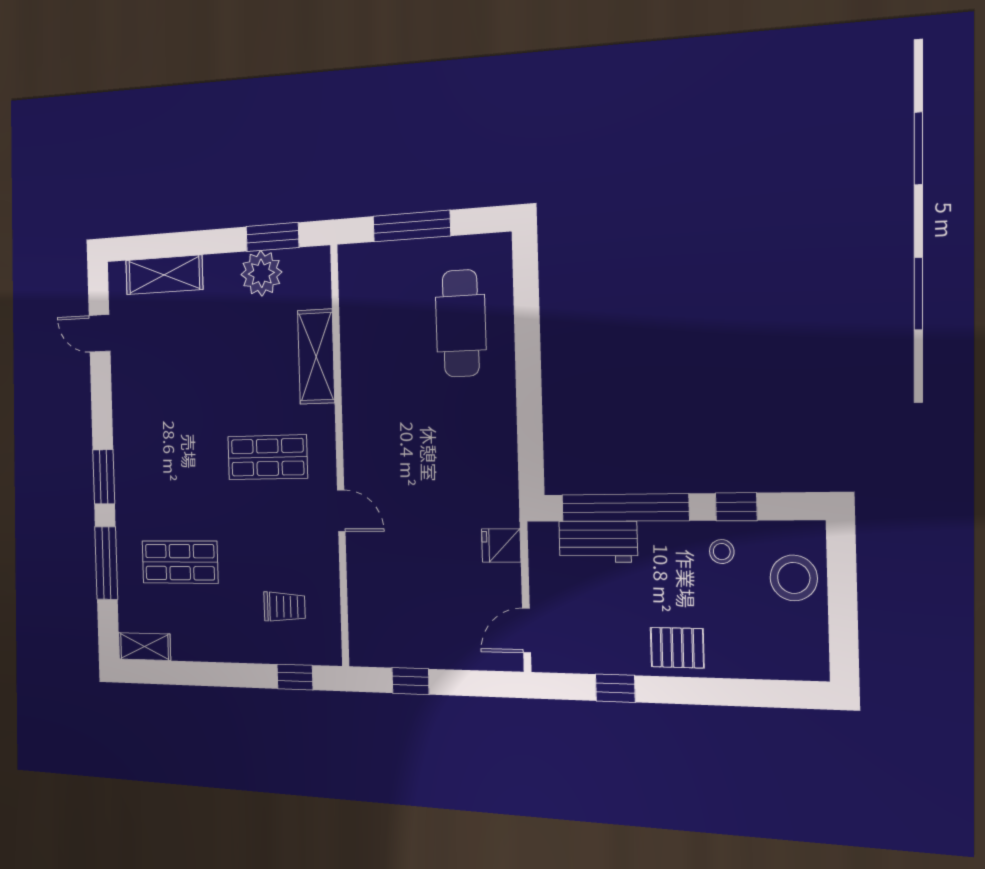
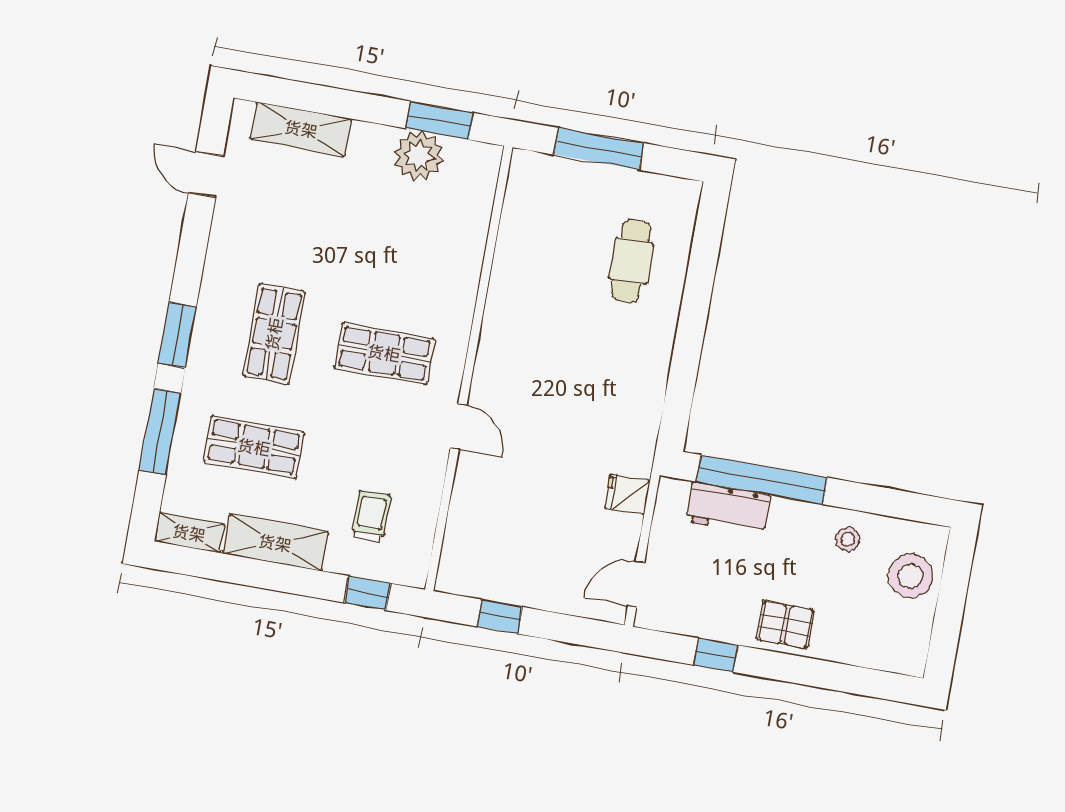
cafe table: (461, 323) -> (631, 261), width x0.73, depth x0.74
shelving: (316, 357) -> (275, 543), moved, turned 90
shop shelf: (177, 459) -> (274, 334), added
window: (736, 507) -> (870, 499), removed
trolley: (284, 607) -> (371, 516), turned -90

